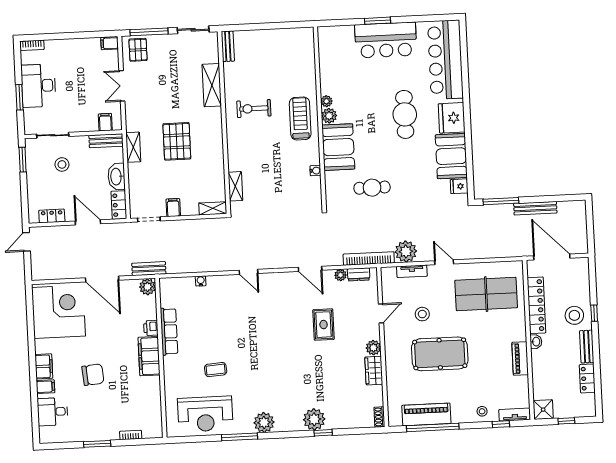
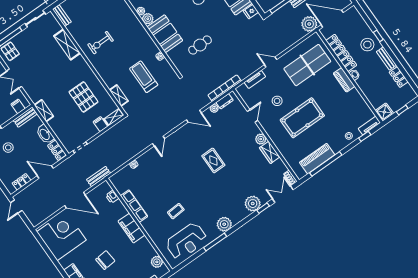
treadmill: (300, 118) -> (144, 77), moved
pallet: (177, 141) -> (83, 97), moved
filing cabinet: (173, 208) -> (100, 124), moved
plant: (406, 251) -> (309, 24), moved
door: (248, 272) -> (159, 141), hinge flipped
plant: (147, 287) -> (157, 262), moved
rug: (324, 325) -> (213, 160), moved
printer: (151, 328) -> (112, 197), moved
piano: (520, 358) -> (344, 80), moved
double door: (358, 431) -> (283, 194), added

